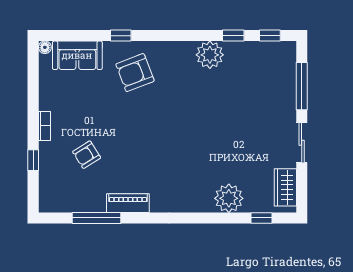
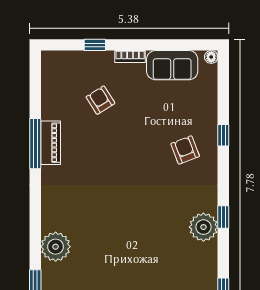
window: (233, 36) -> (223, 217), moved
sofa: (77, 55) -> (172, 65), moved, turned -90
armchair: (135, 73) -> (185, 150), width x0.72, depth x0.72
window: (96, 218) -> (35, 144), moved

